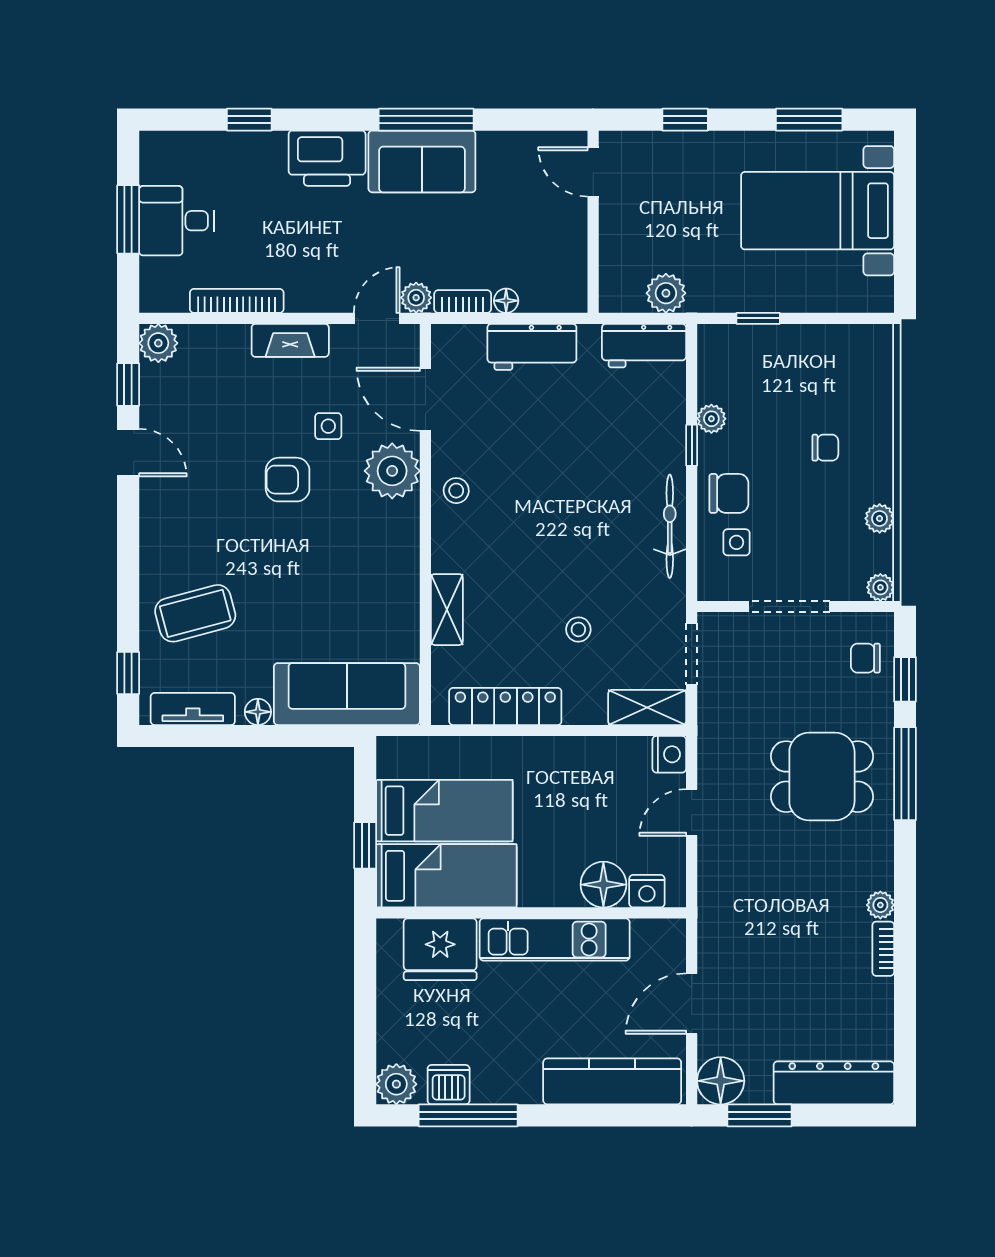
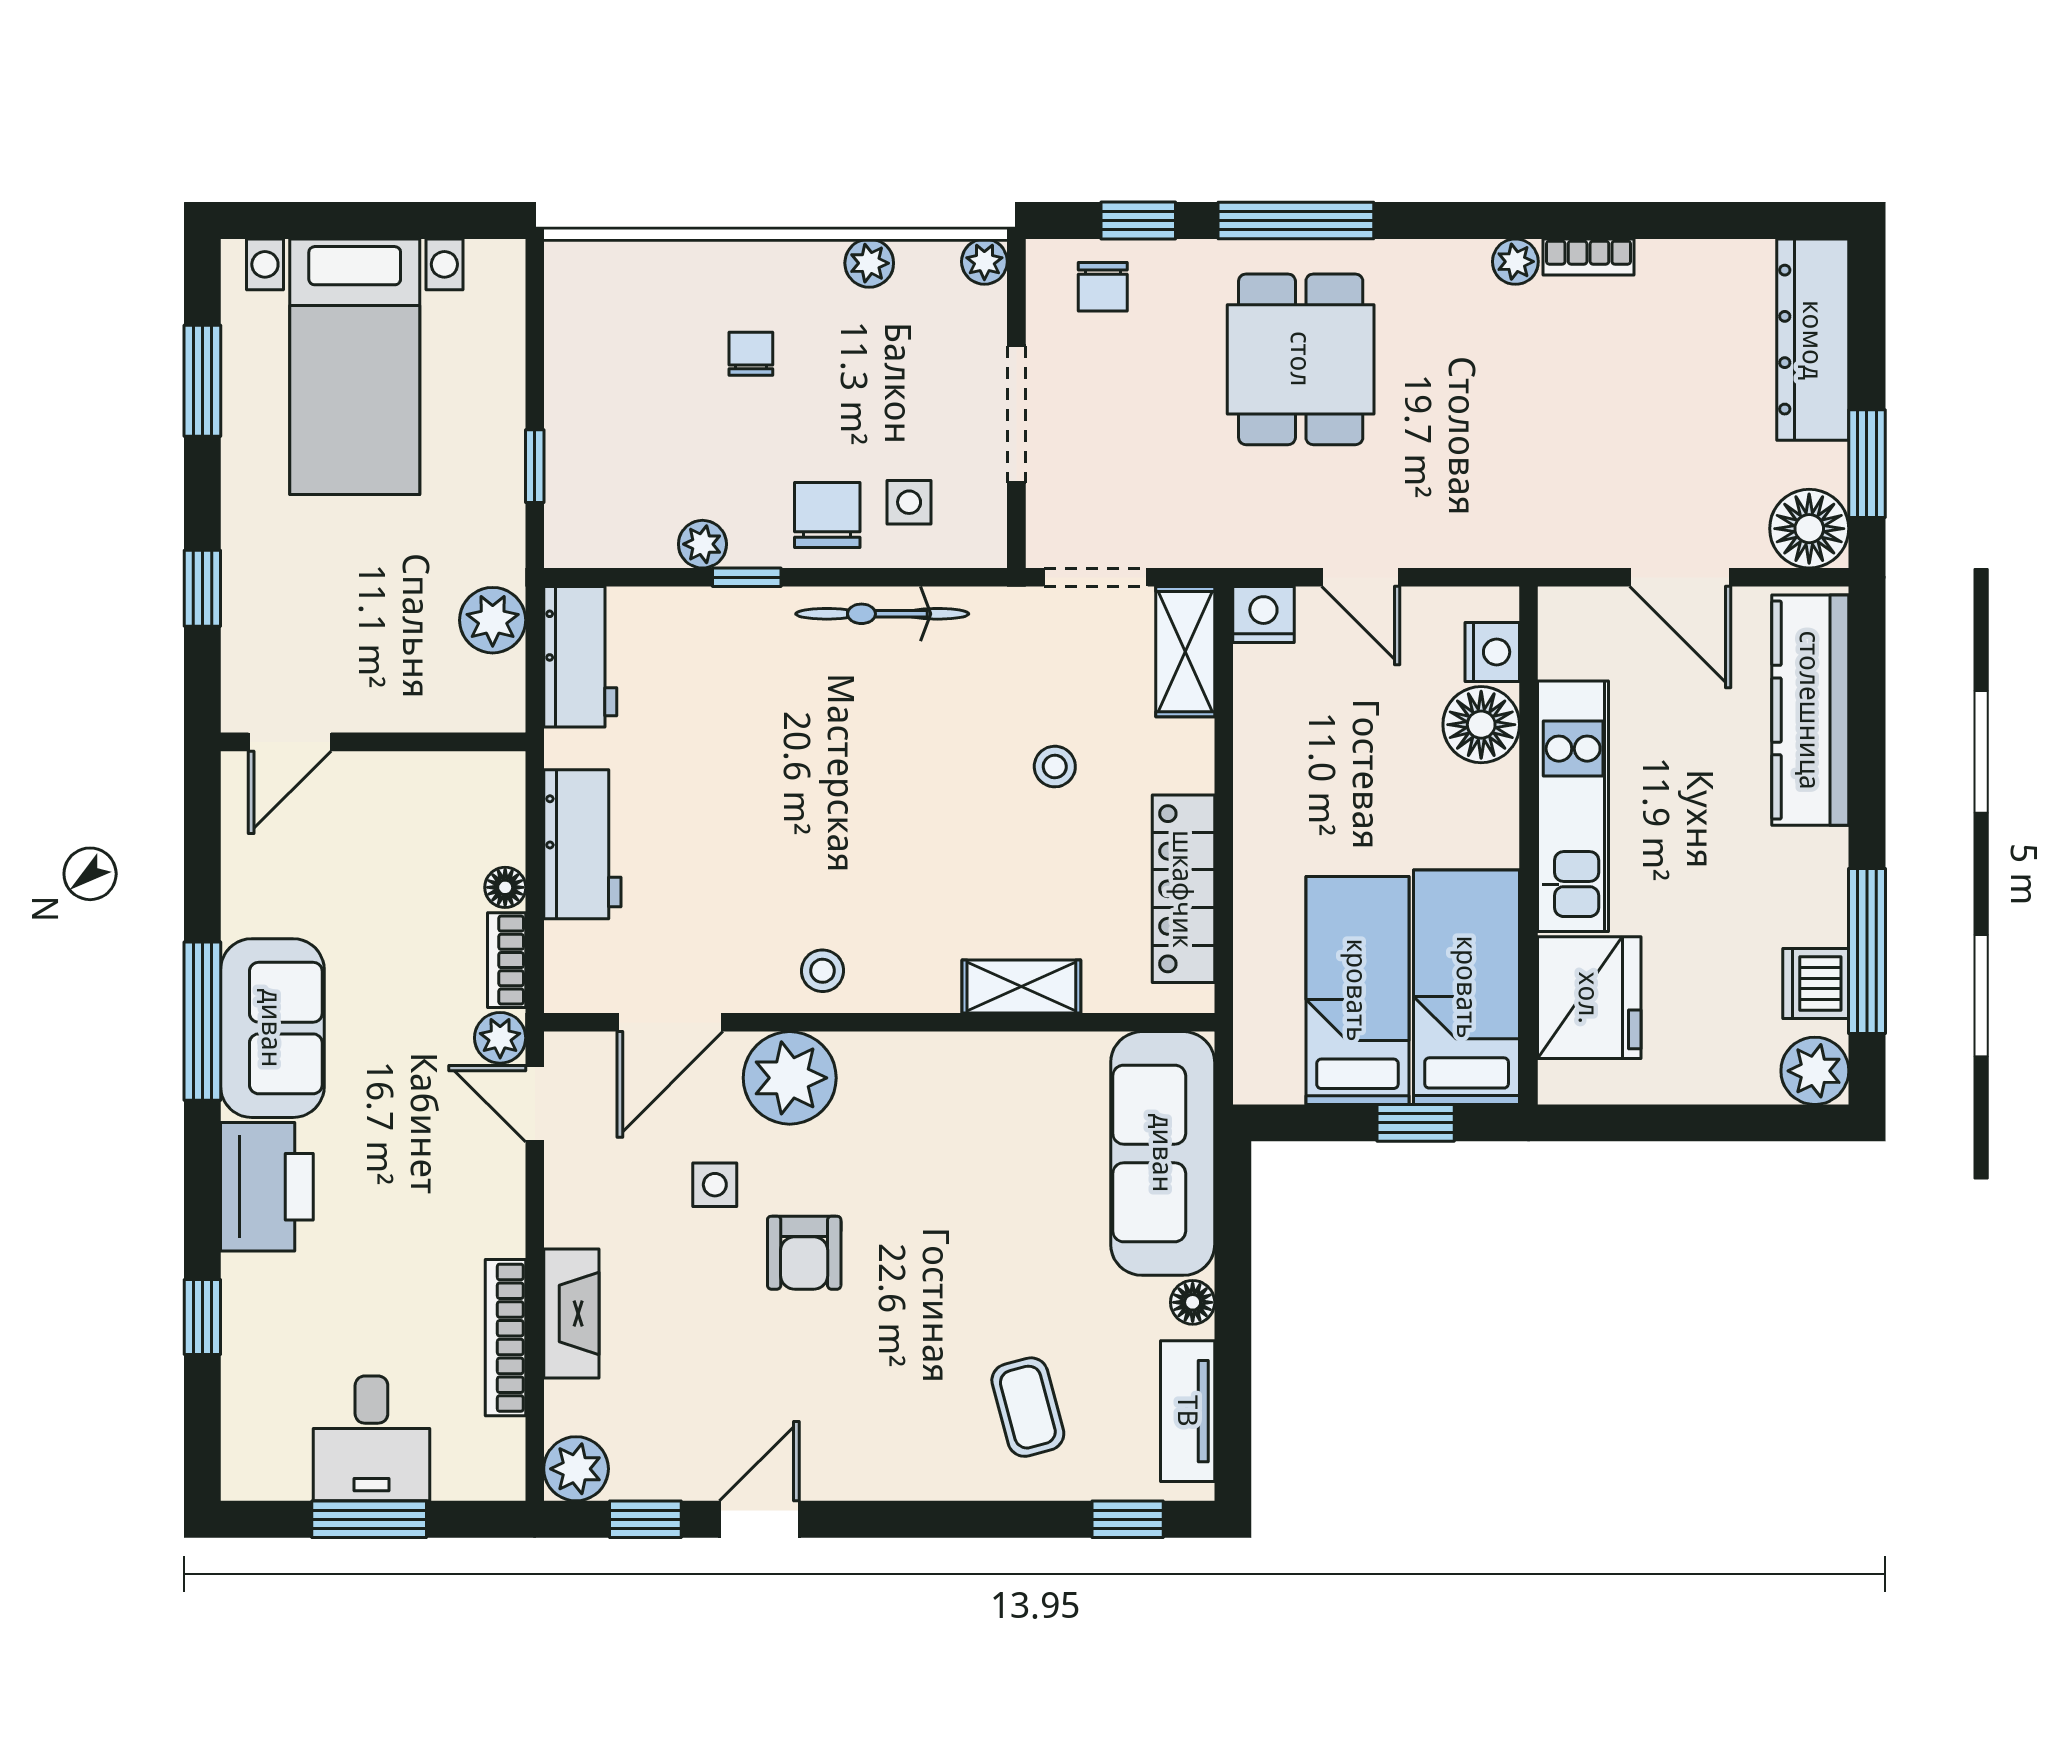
fireplace: (290, 340) -> (571, 1314), moved
coffee table: (195, 613) -> (1028, 1407), width x0.73, depth x0.77

